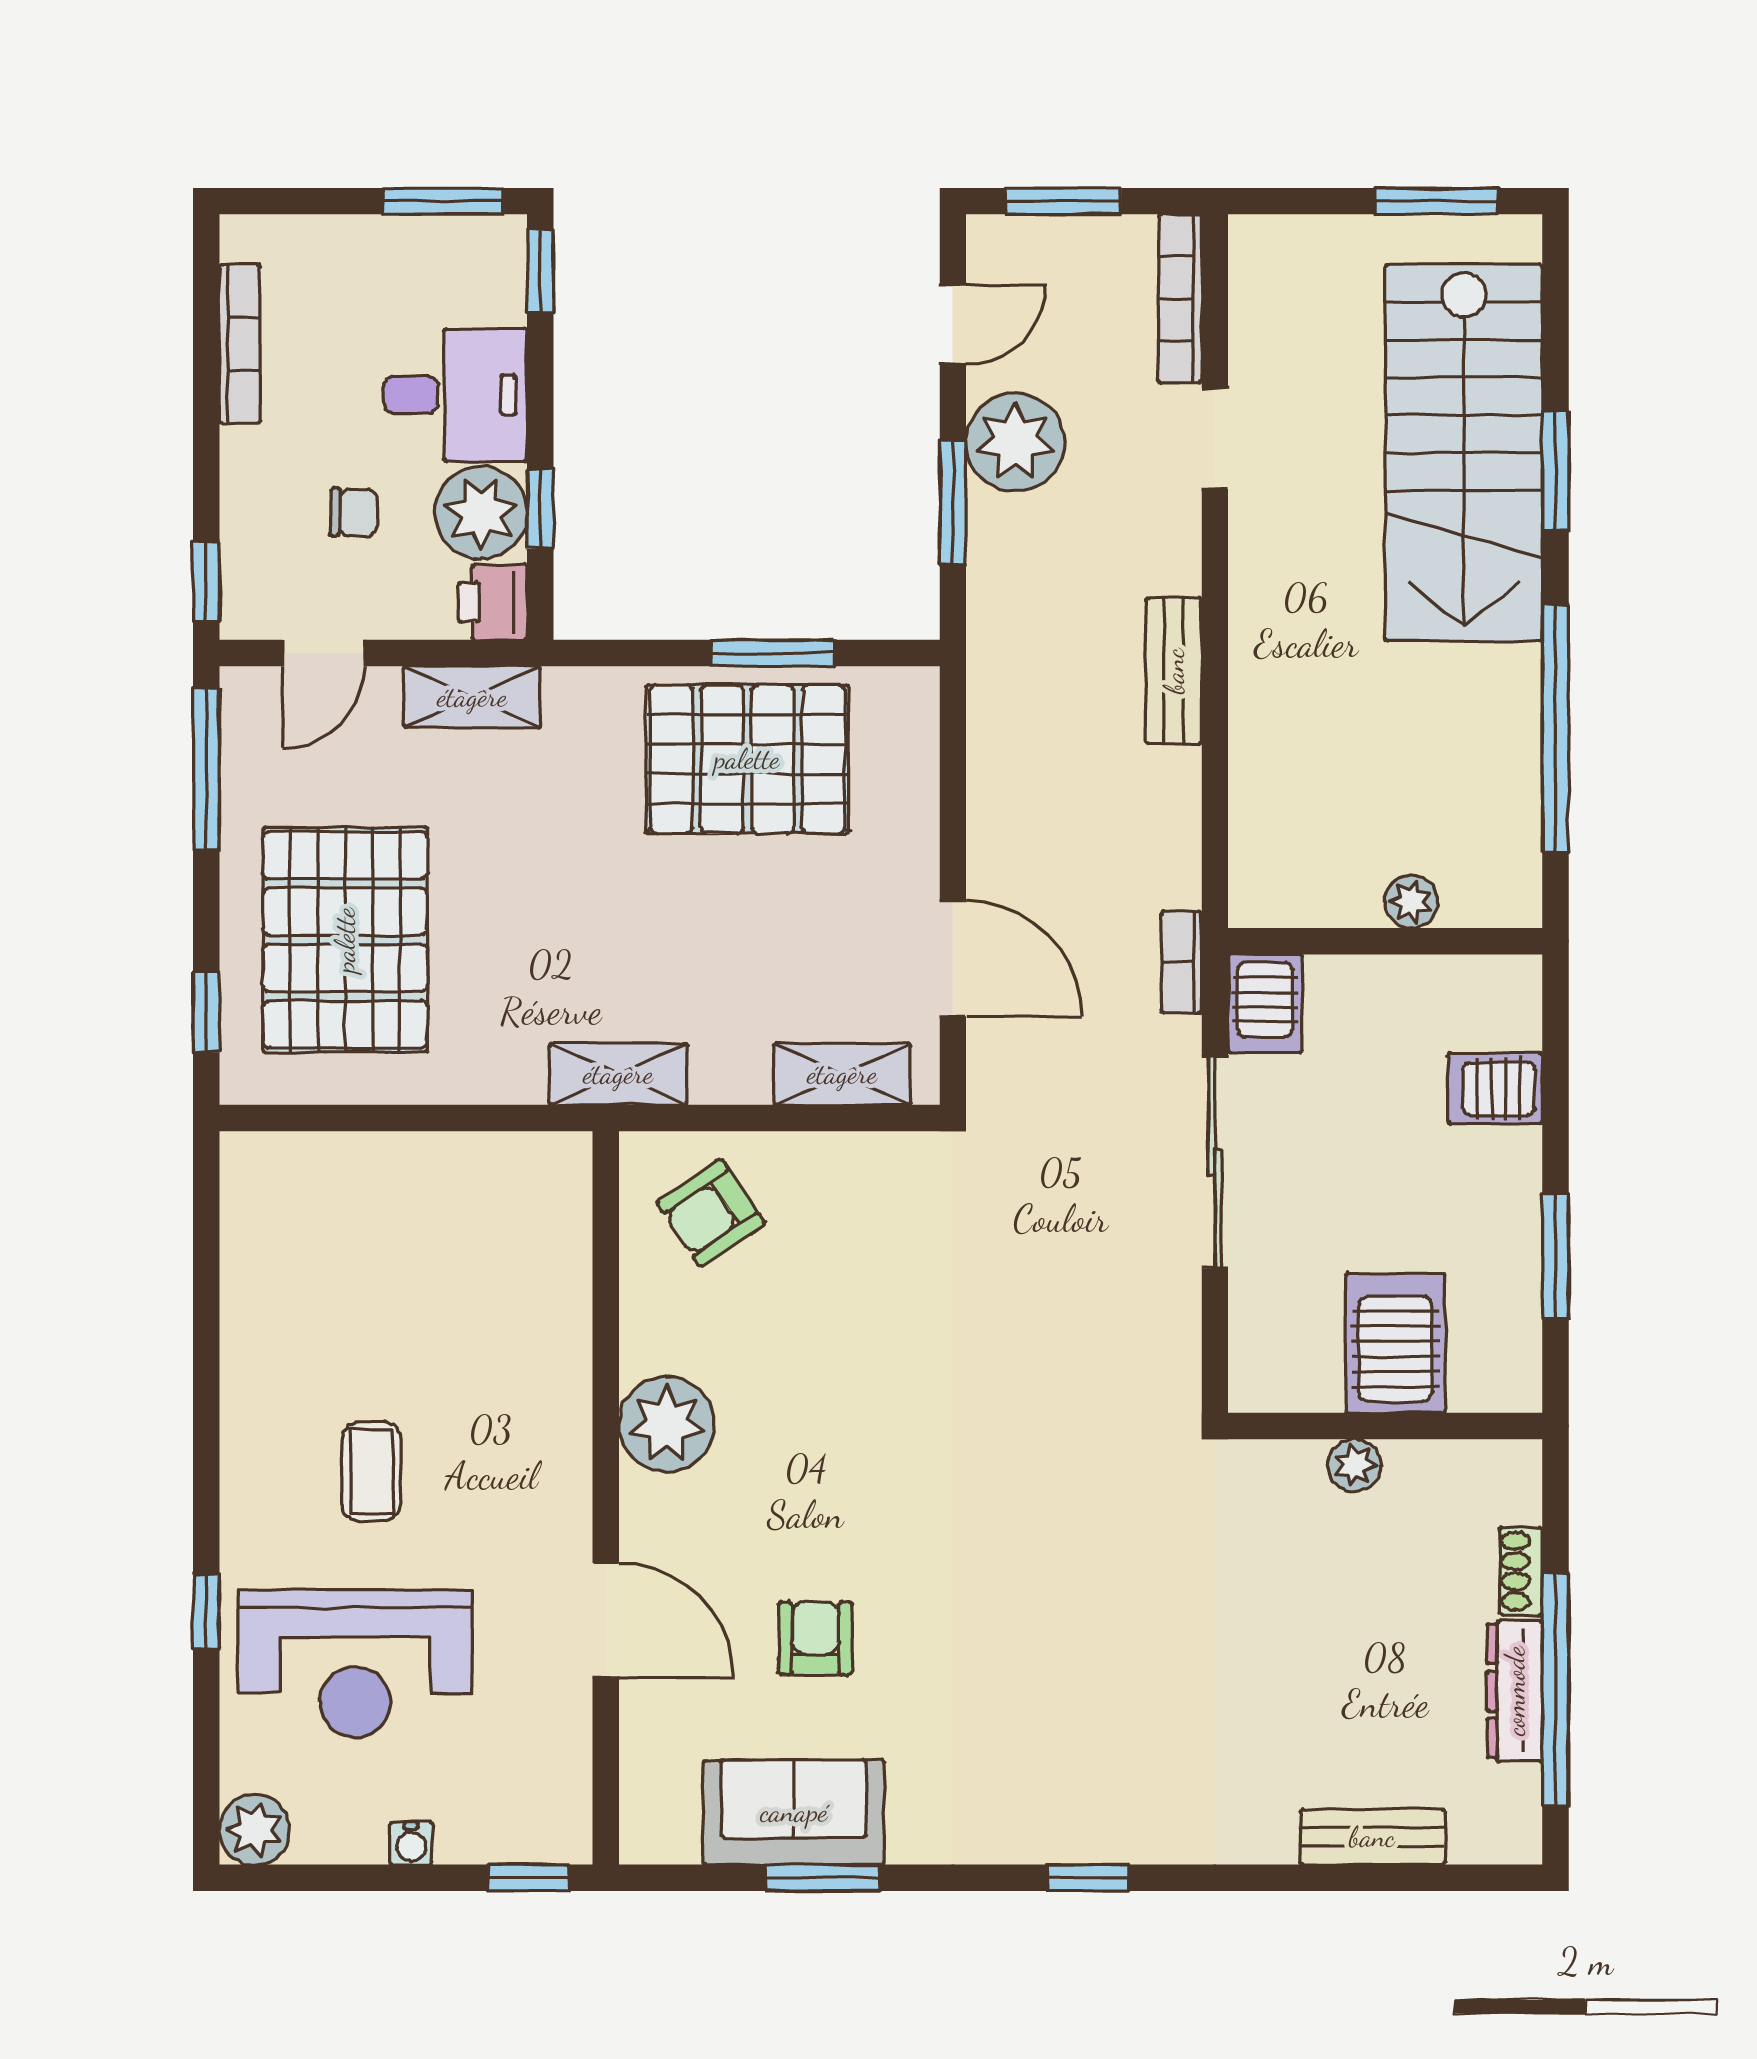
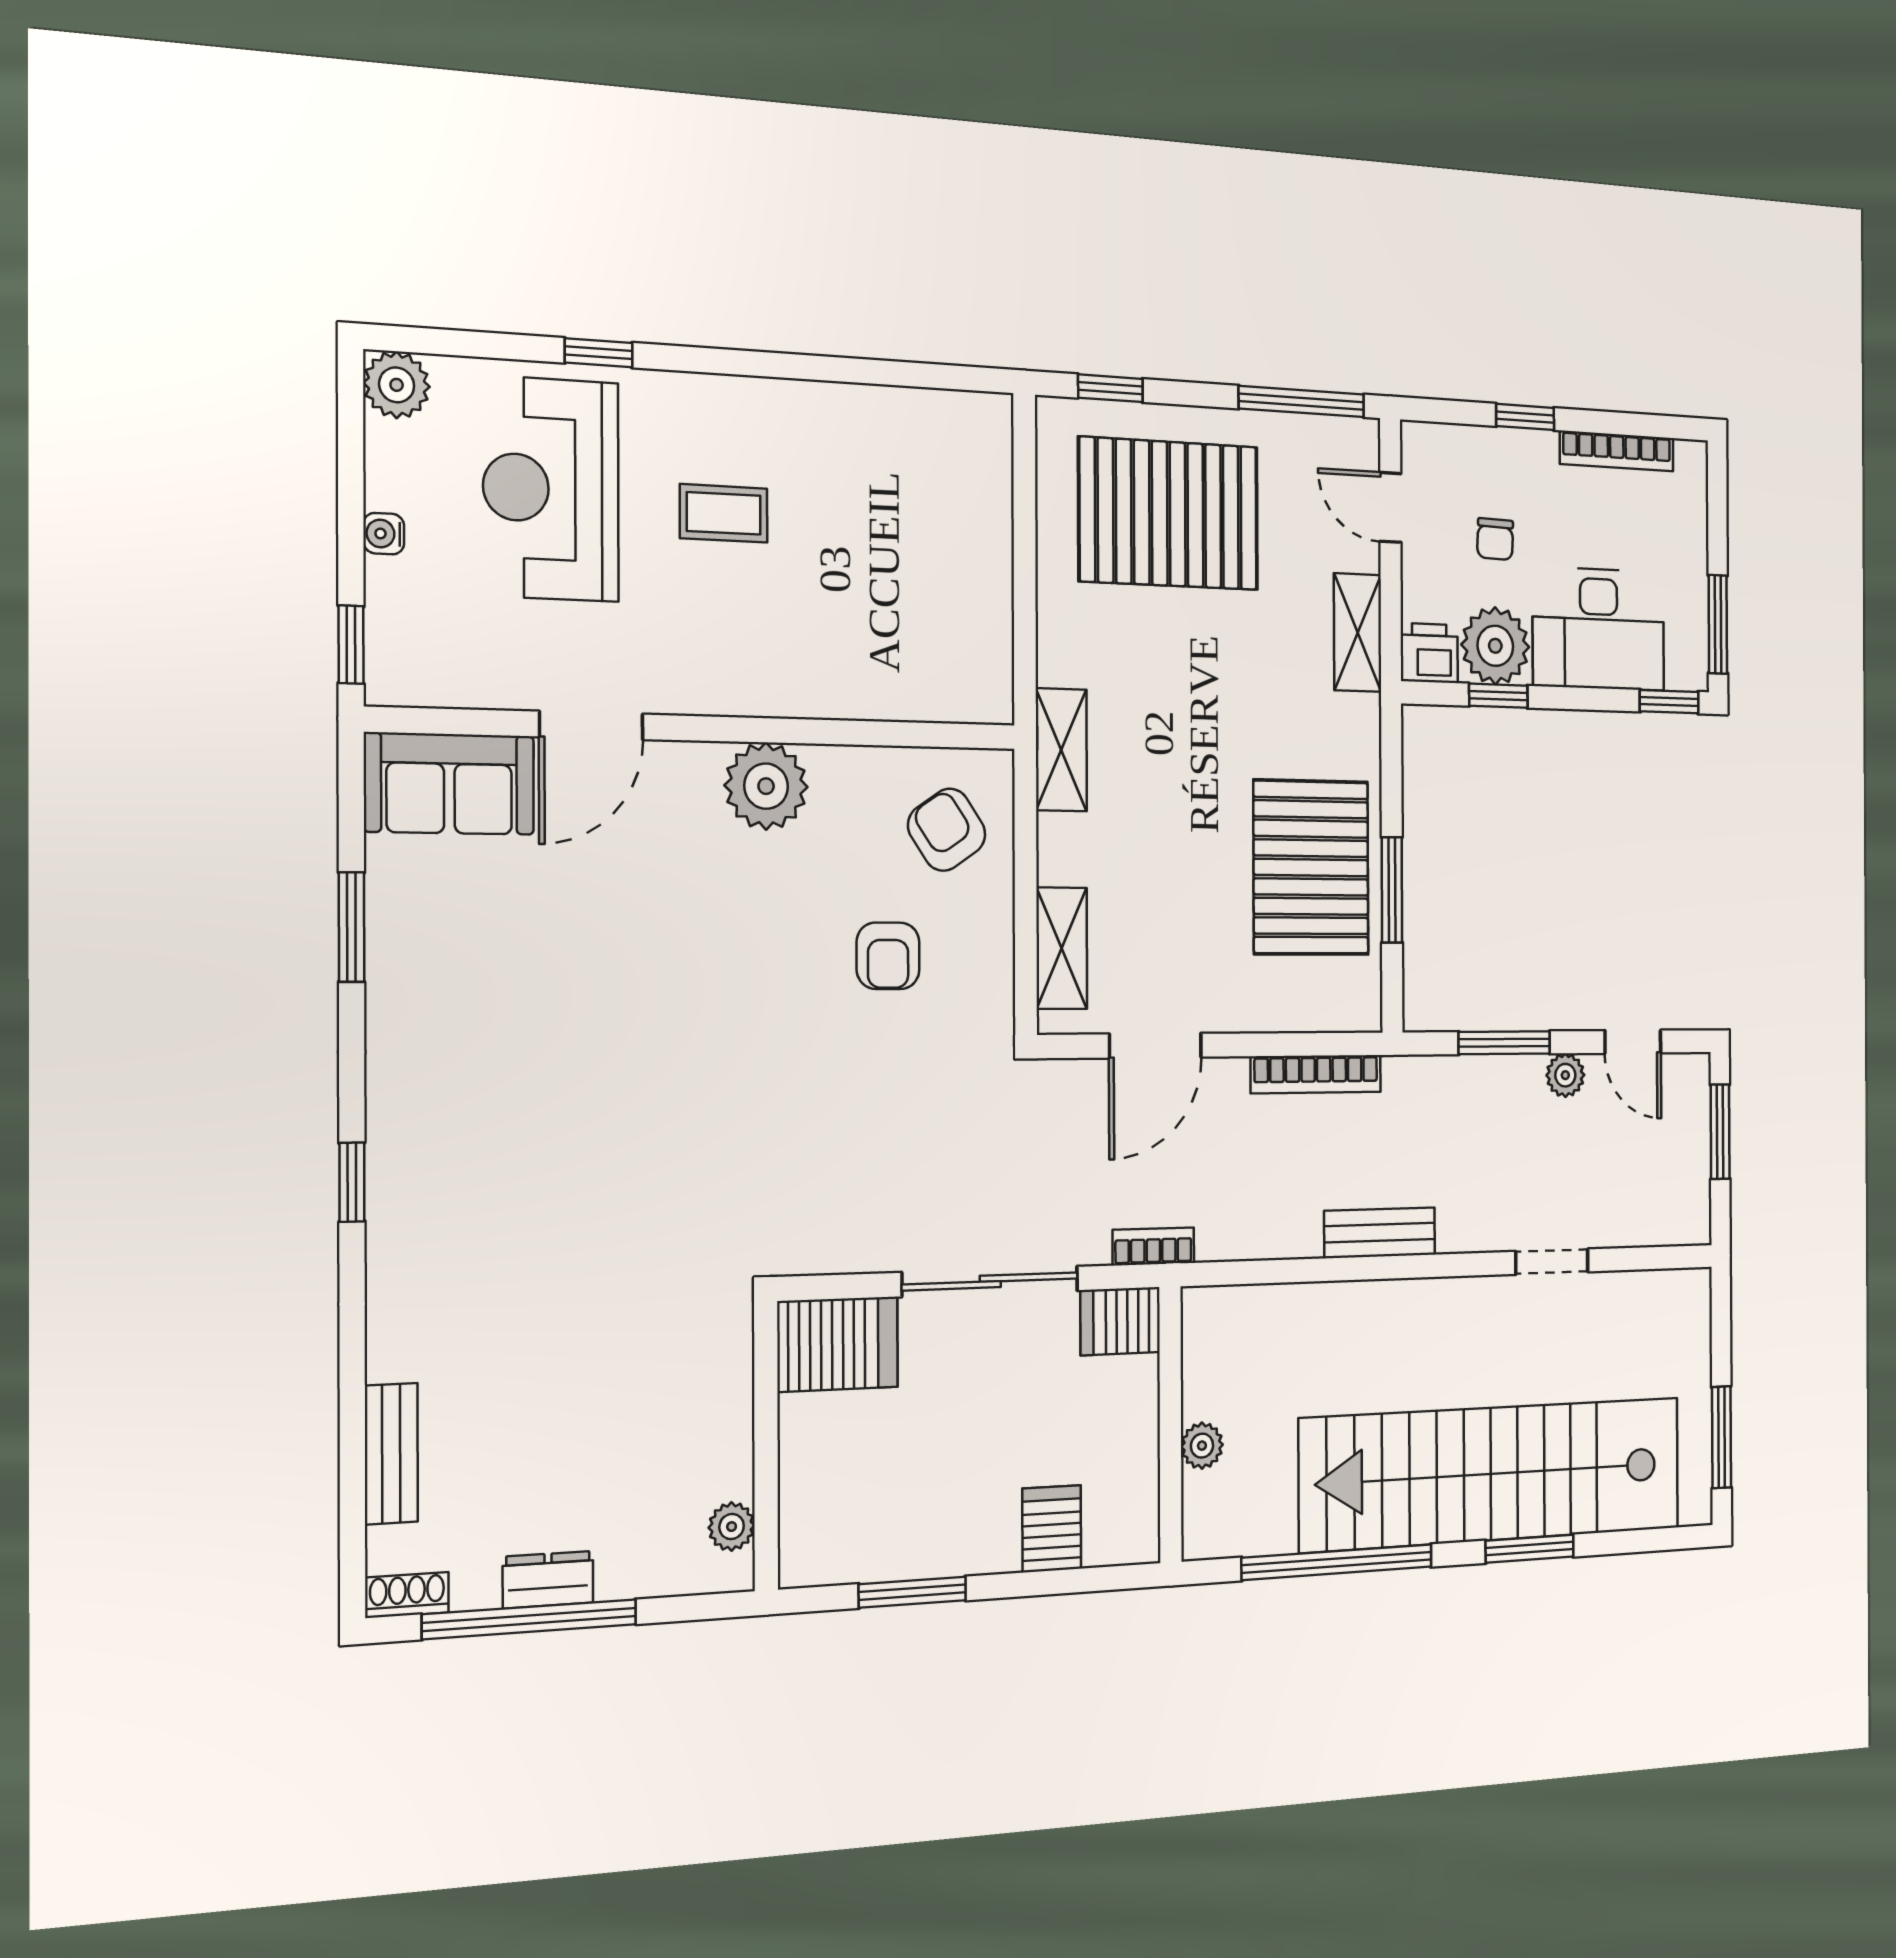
bookcase: (1180, 299) -> (1316, 1074), moved, turned 180
desk: (455, 395) -> (1599, 629), width x1.37
plant: (1015, 442) -> (1565, 1075), width x0.53, depth x0.53
stairs: (1464, 453) -> (1492, 1474), width x1.36
window: (206, 581) -> (1525, 417), moved
server rack: (1396, 1343) -> (838, 1344), moved
plant: (1355, 1465) -> (732, 1527), moved
shoe rack: (1521, 1571) -> (407, 1595), moved
armchair: (815, 1638) -> (888, 956), moved, turned 90
dresser: (1515, 1691) -> (548, 1580), width x0.70
sofa: (794, 1812) -> (449, 784), moved, turned 90

